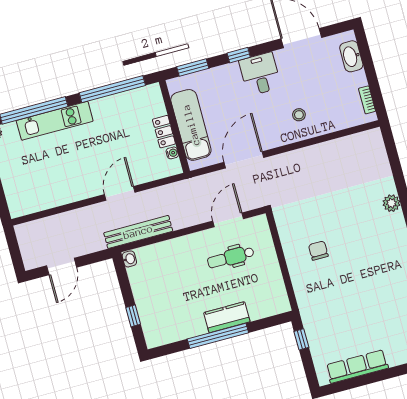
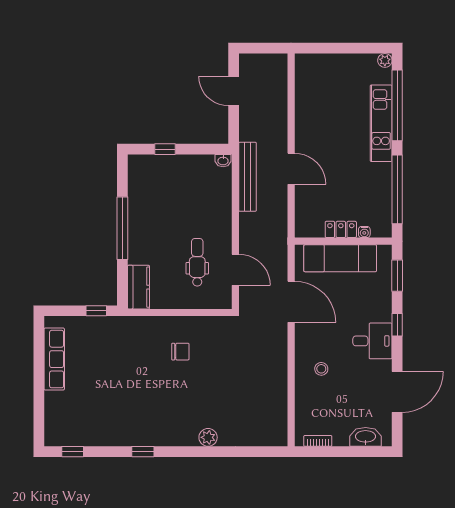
water cooler: (172, 153) -> (364, 232), moved
kitchen counter: (227, 317) -> (139, 287), moved

